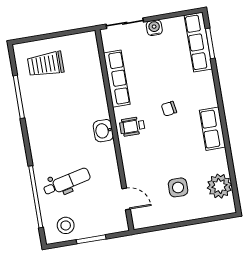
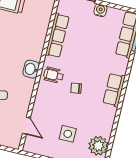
chair: (169, 109) -> (76, 88), moved
row of seats: (212, 129) -> (114, 90), moved

